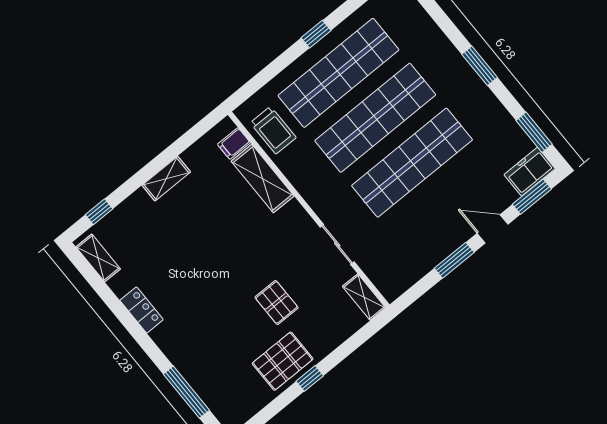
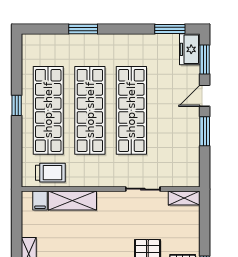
window: (480, 66) -> (83, 29), moved

